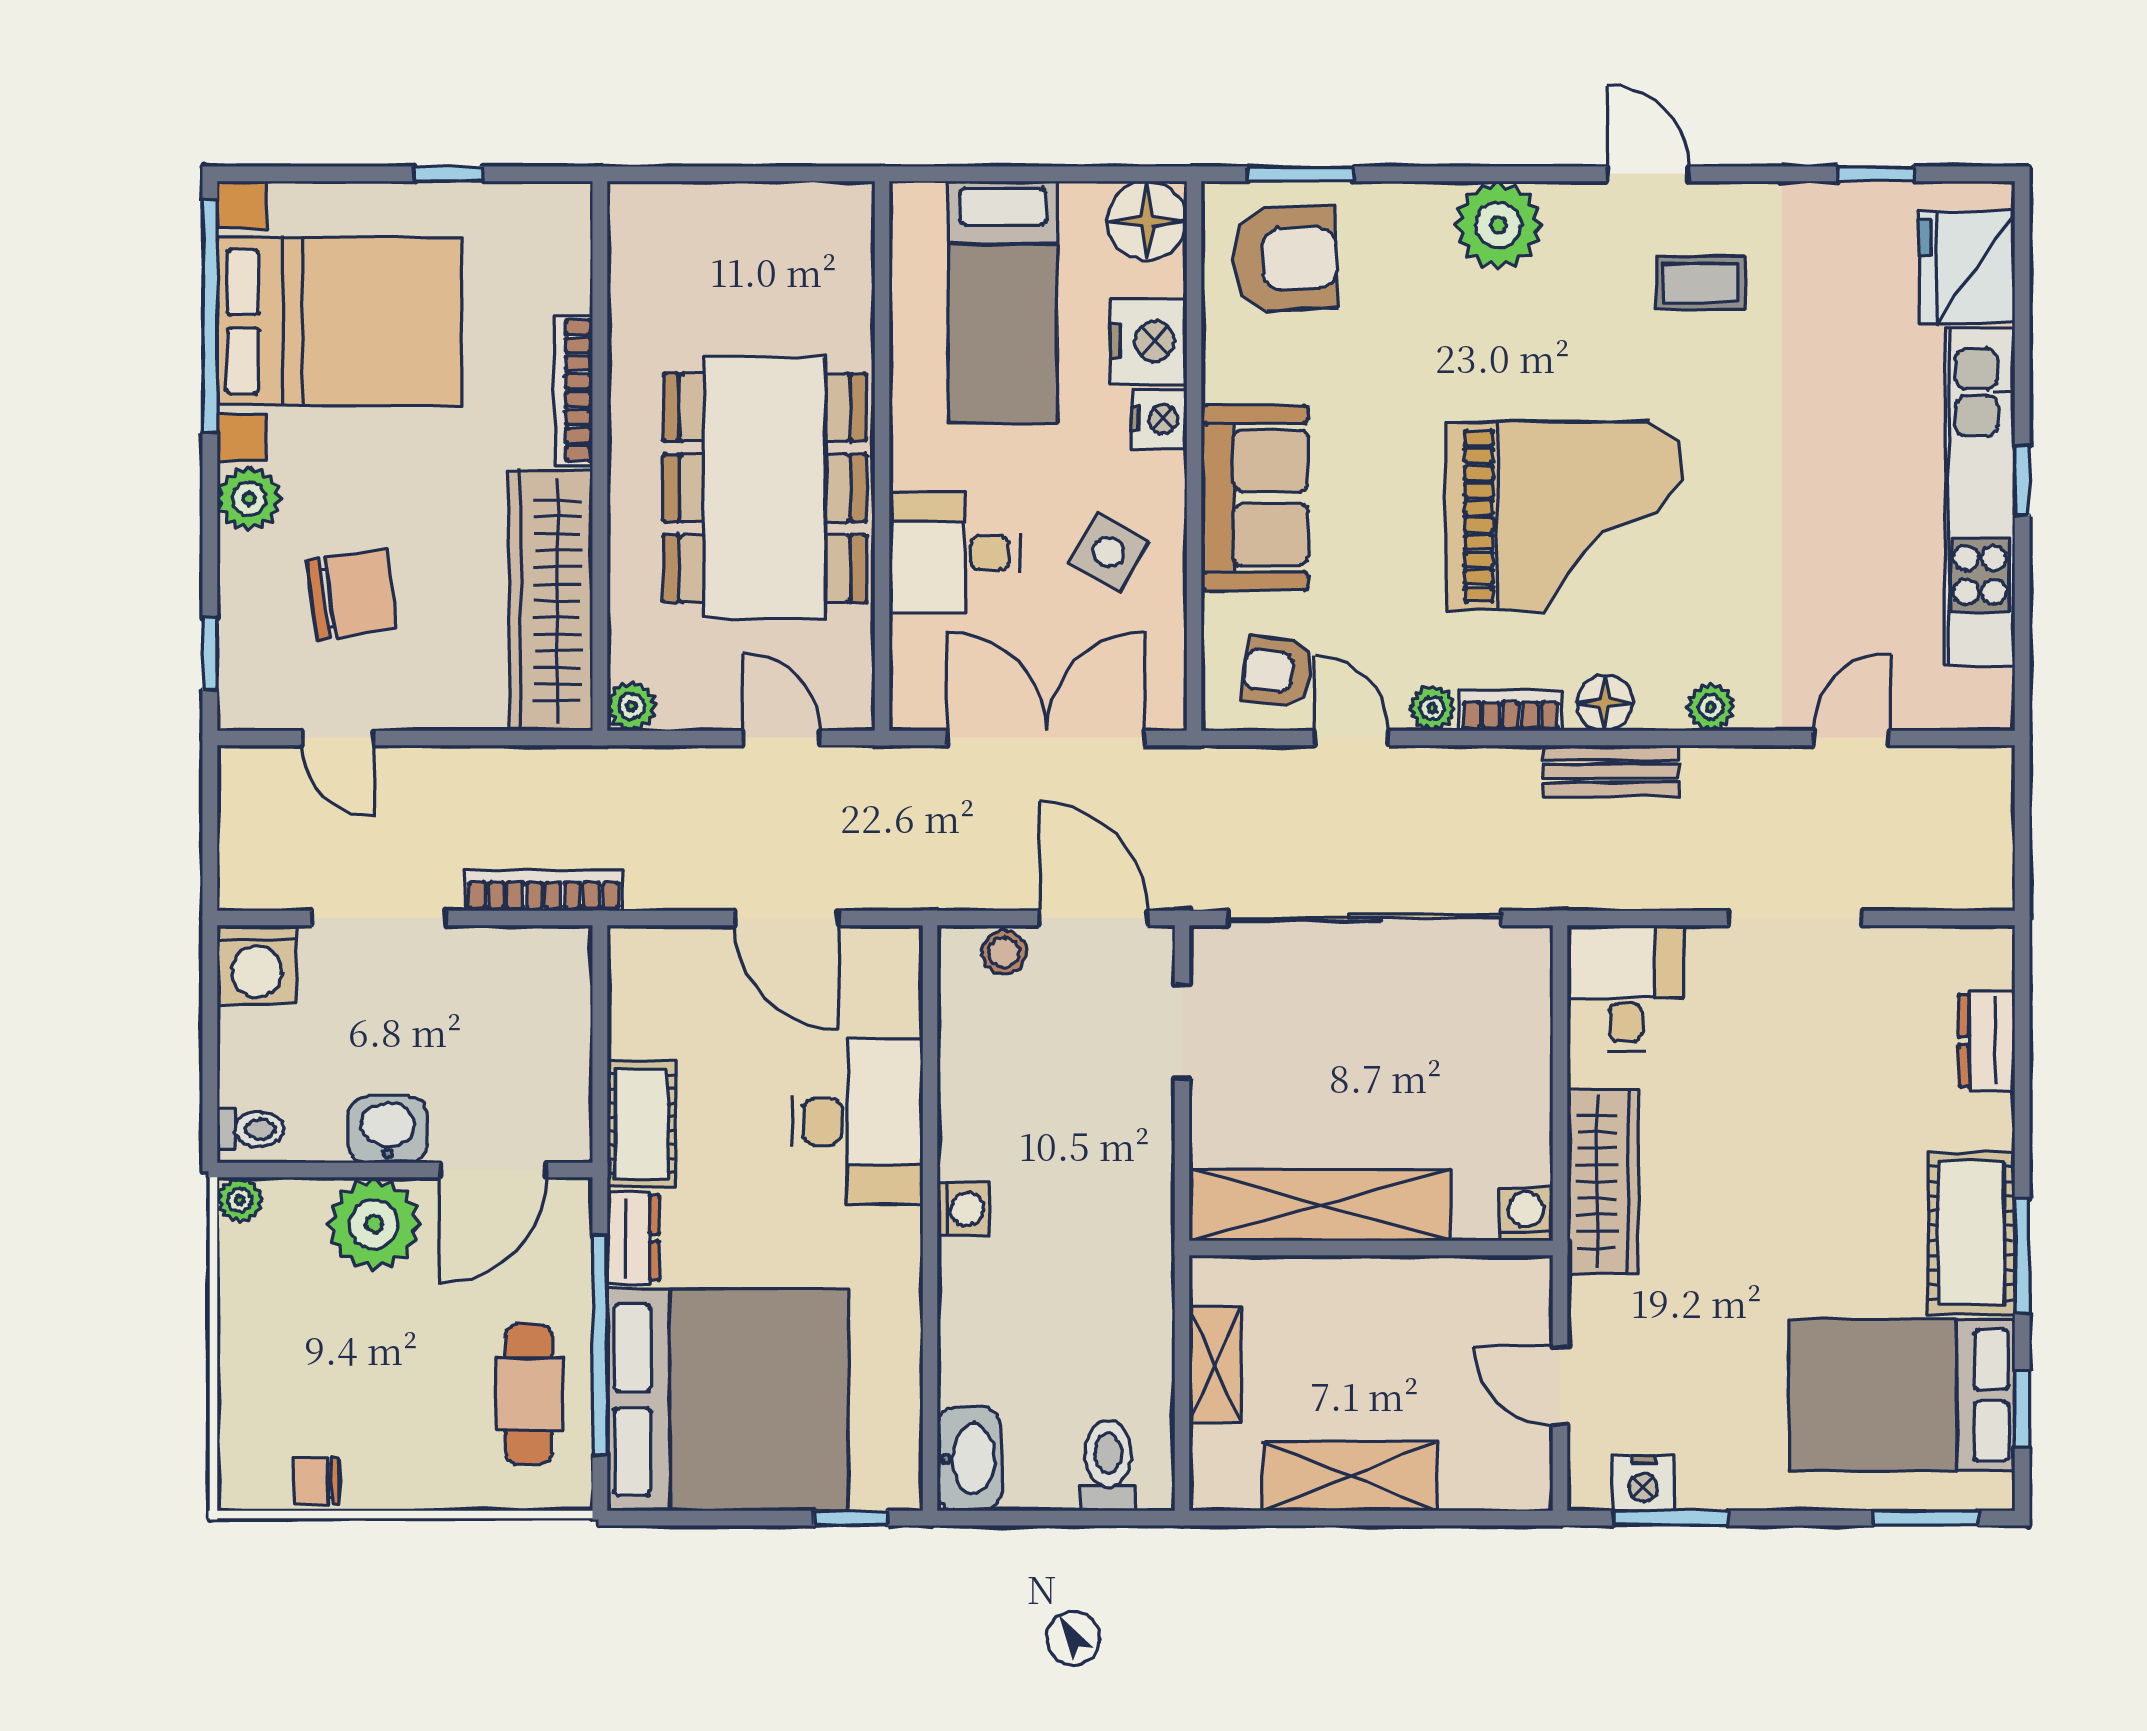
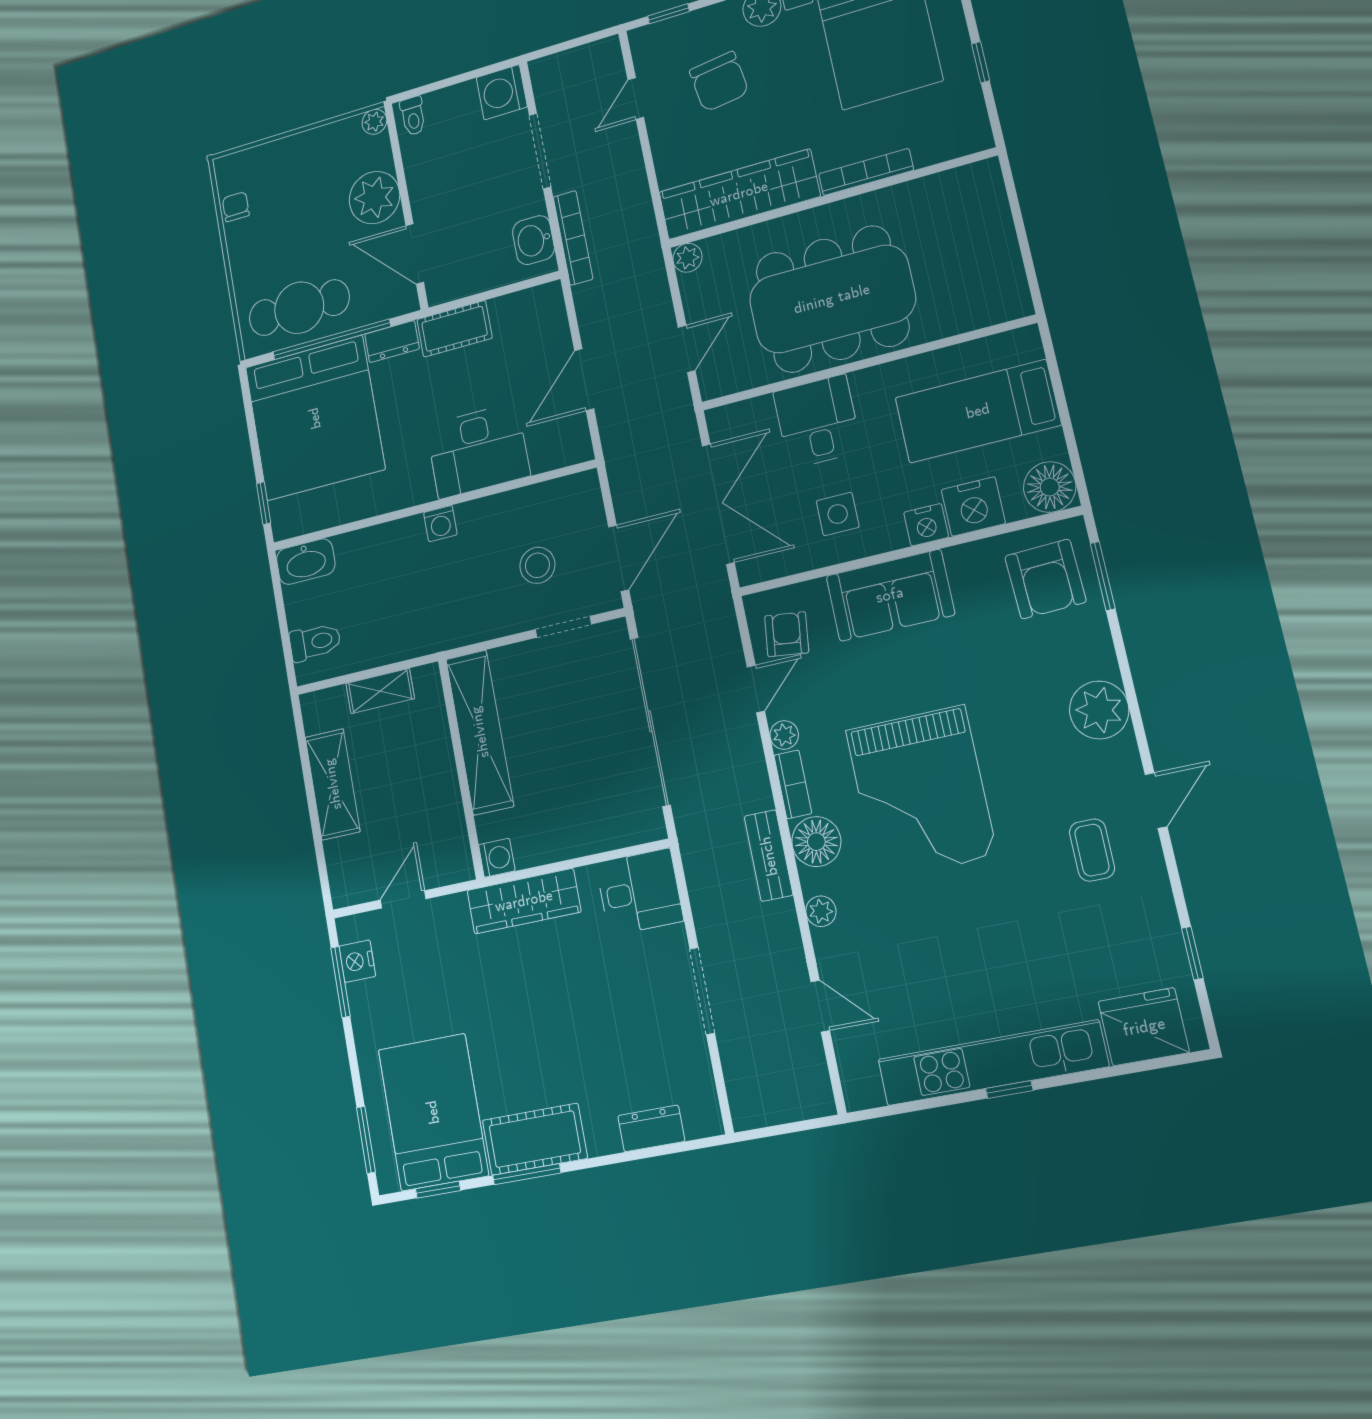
side table: (1109, 552) -> (838, 514), turned -30
floor lamp: (1605, 703) -> (816, 842), width x1.38, depth x1.38
stool: (1004, 952) -> (537, 565), moved, width x1.37, depth x1.37
washbasin: (388, 1129) -> (533, 240), moved, turned 180
cafe table: (529, 1394) -> (299, 308), width x1.37, depth x1.35

